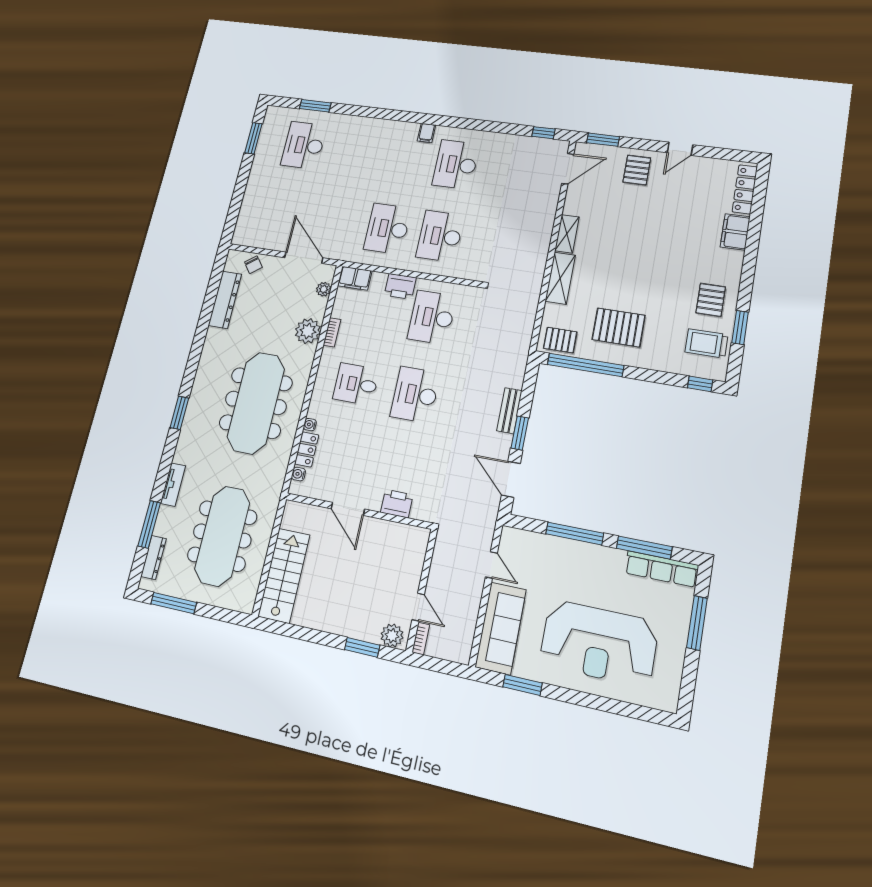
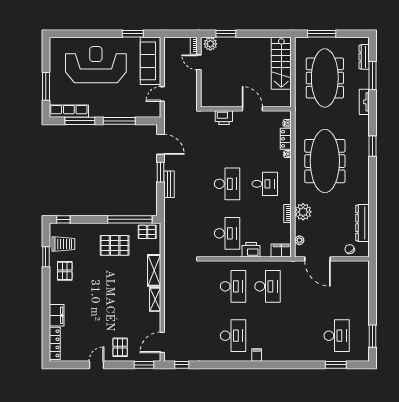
door: (491, 565) -> (162, 94), hinge flipped
window: (174, 603) -> (322, 34), moved

